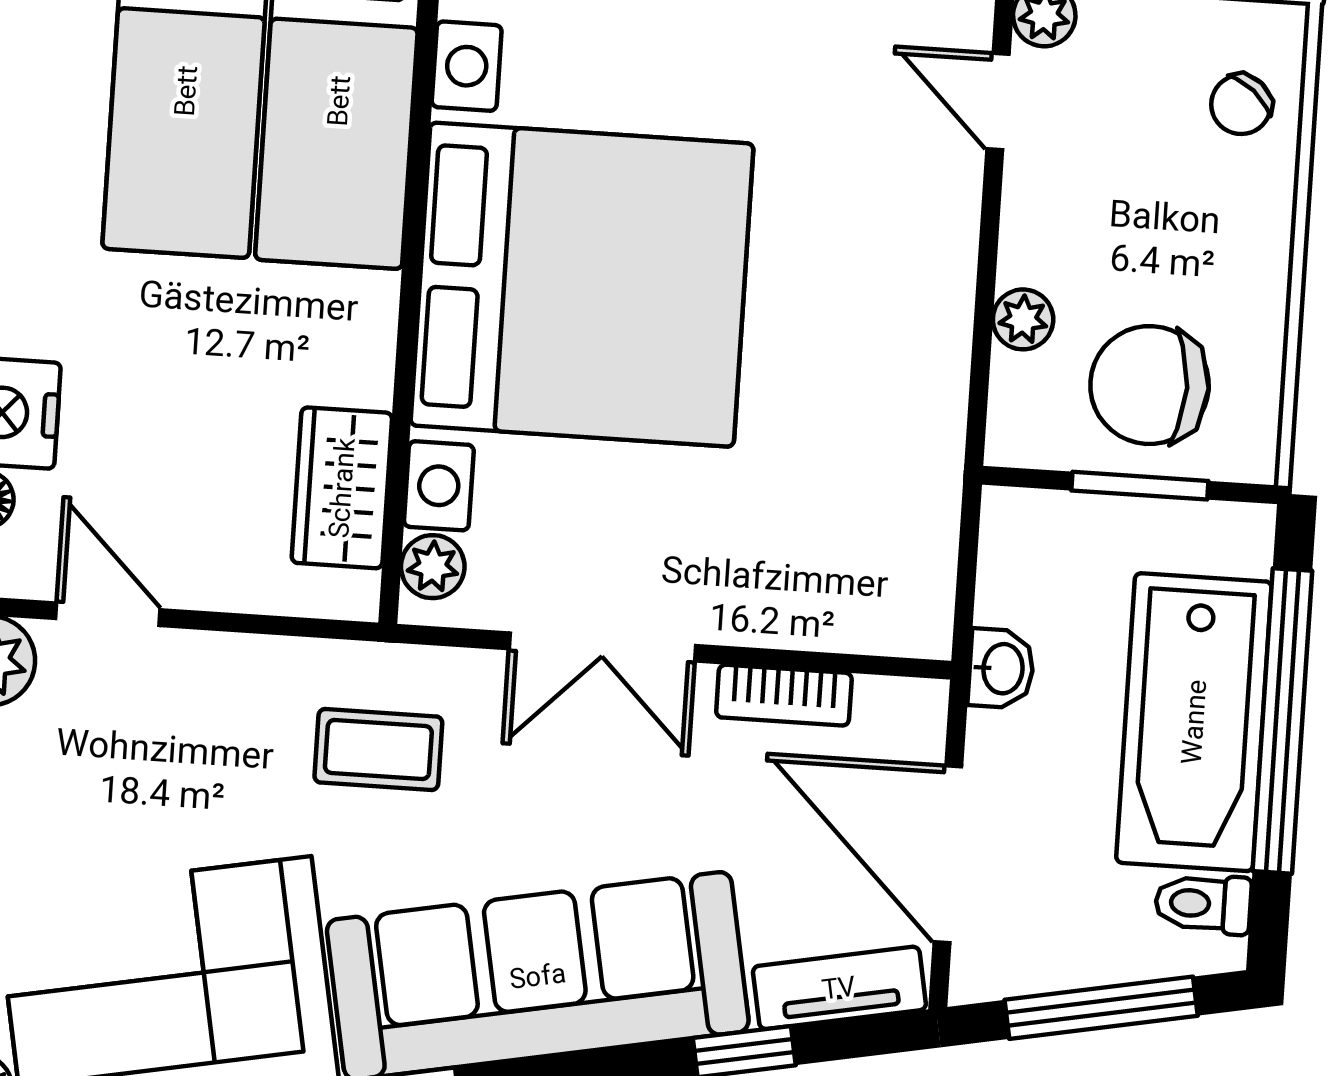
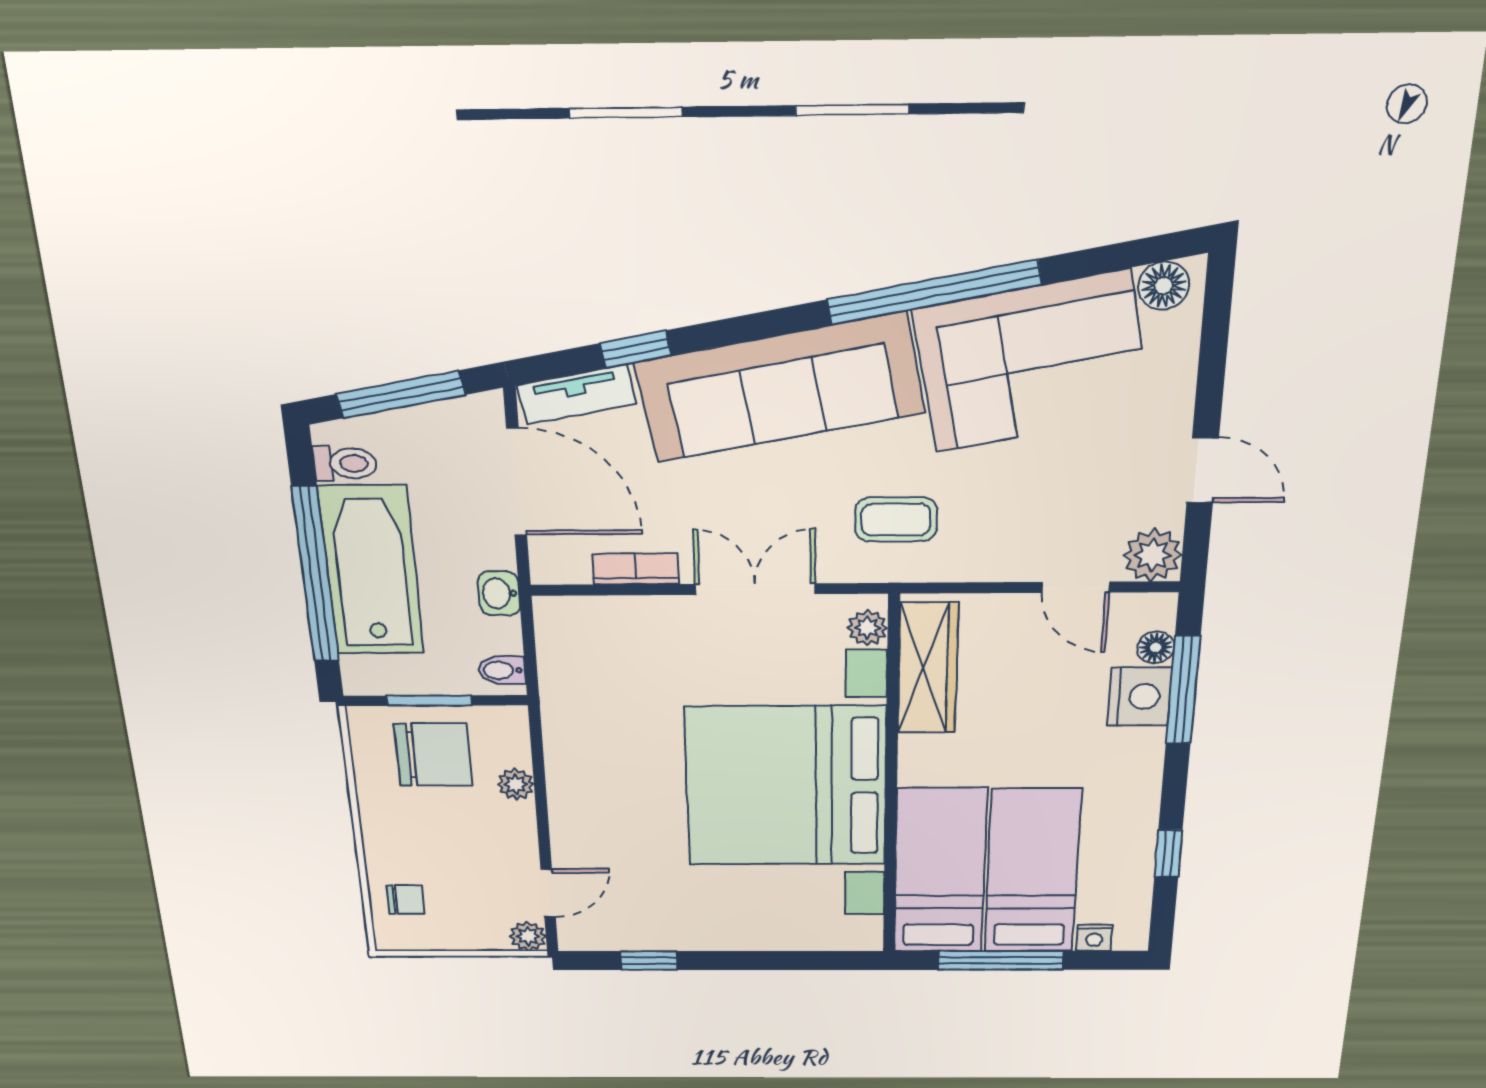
door: (998, 102) -> (548, 893), hinge flipped
chair: (1241, 105) -> (406, 900), turned 50
wardrobe: (342, 488) -> (928, 668), width x1.50
bidet: (1016, 532) -> (502, 670), added

